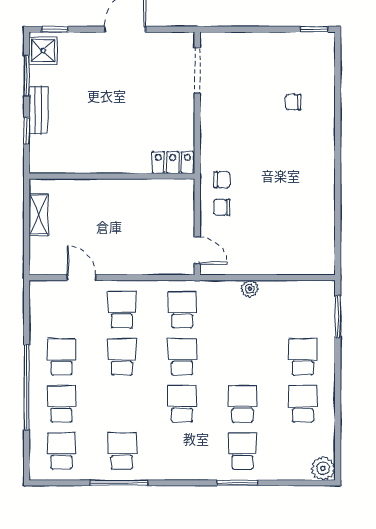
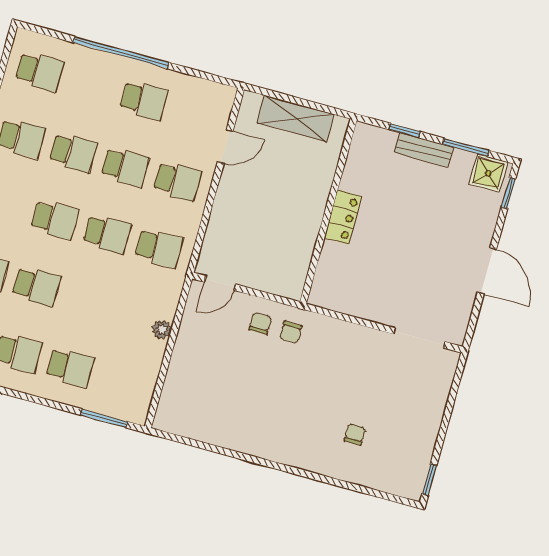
locker: (173, 162) -> (343, 217), moved
shelving: (39, 215) -> (295, 119), width x1.50, depth x1.33
school desk: (61, 404) -> (73, 153), moved

